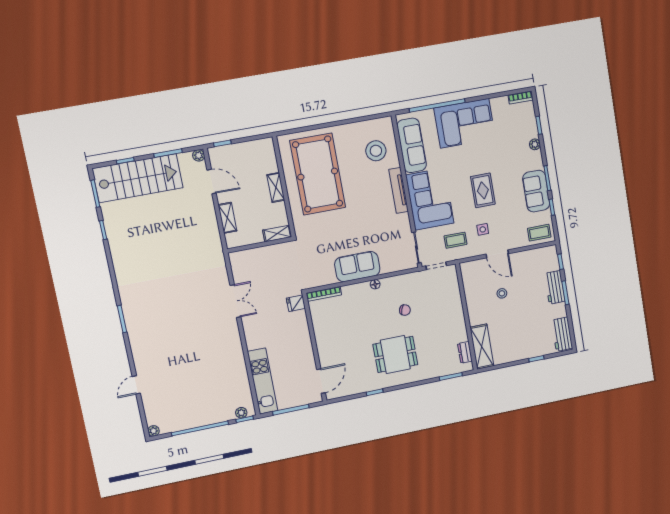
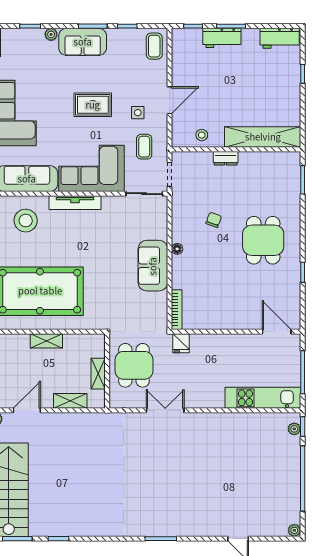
sofa: (536, 191) -> (83, 42), moved
shelving: (277, 234) -> (98, 374), moved
dining table: (269, 267) -> (134, 365), added
stool: (502, 293) -> (202, 135), moved
shelving: (482, 347) -> (263, 137), width x1.47
dresser: (465, 352) -> (226, 158), moved

